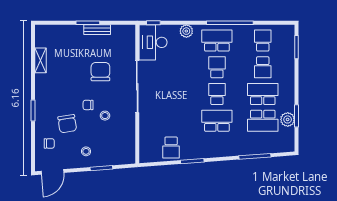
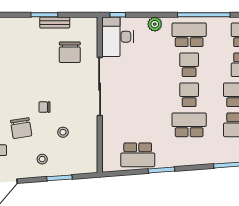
chair: (100, 72) -> (70, 52), moved, turned 180
stool: (105, 116) -> (63, 132), moved
school desk: (171, 148) -> (138, 155), width x1.85

